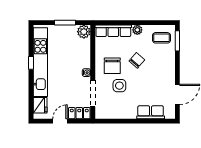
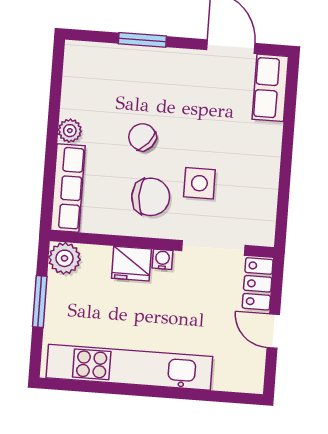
coffee table: (161, 38) -> (93, 74), removed
window: (177, 41) -> (142, 40), moved
window: (31, 63) -> (130, 390), removed
fridge: (40, 105) -> (131, 264), moved, turned 180
row of seats: (151, 112) -> (270, 88), moved

